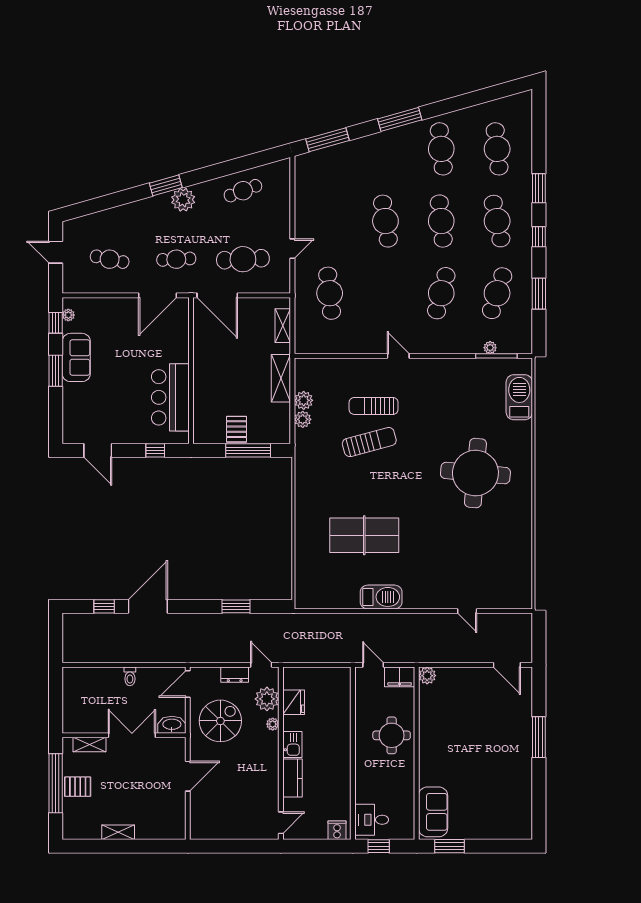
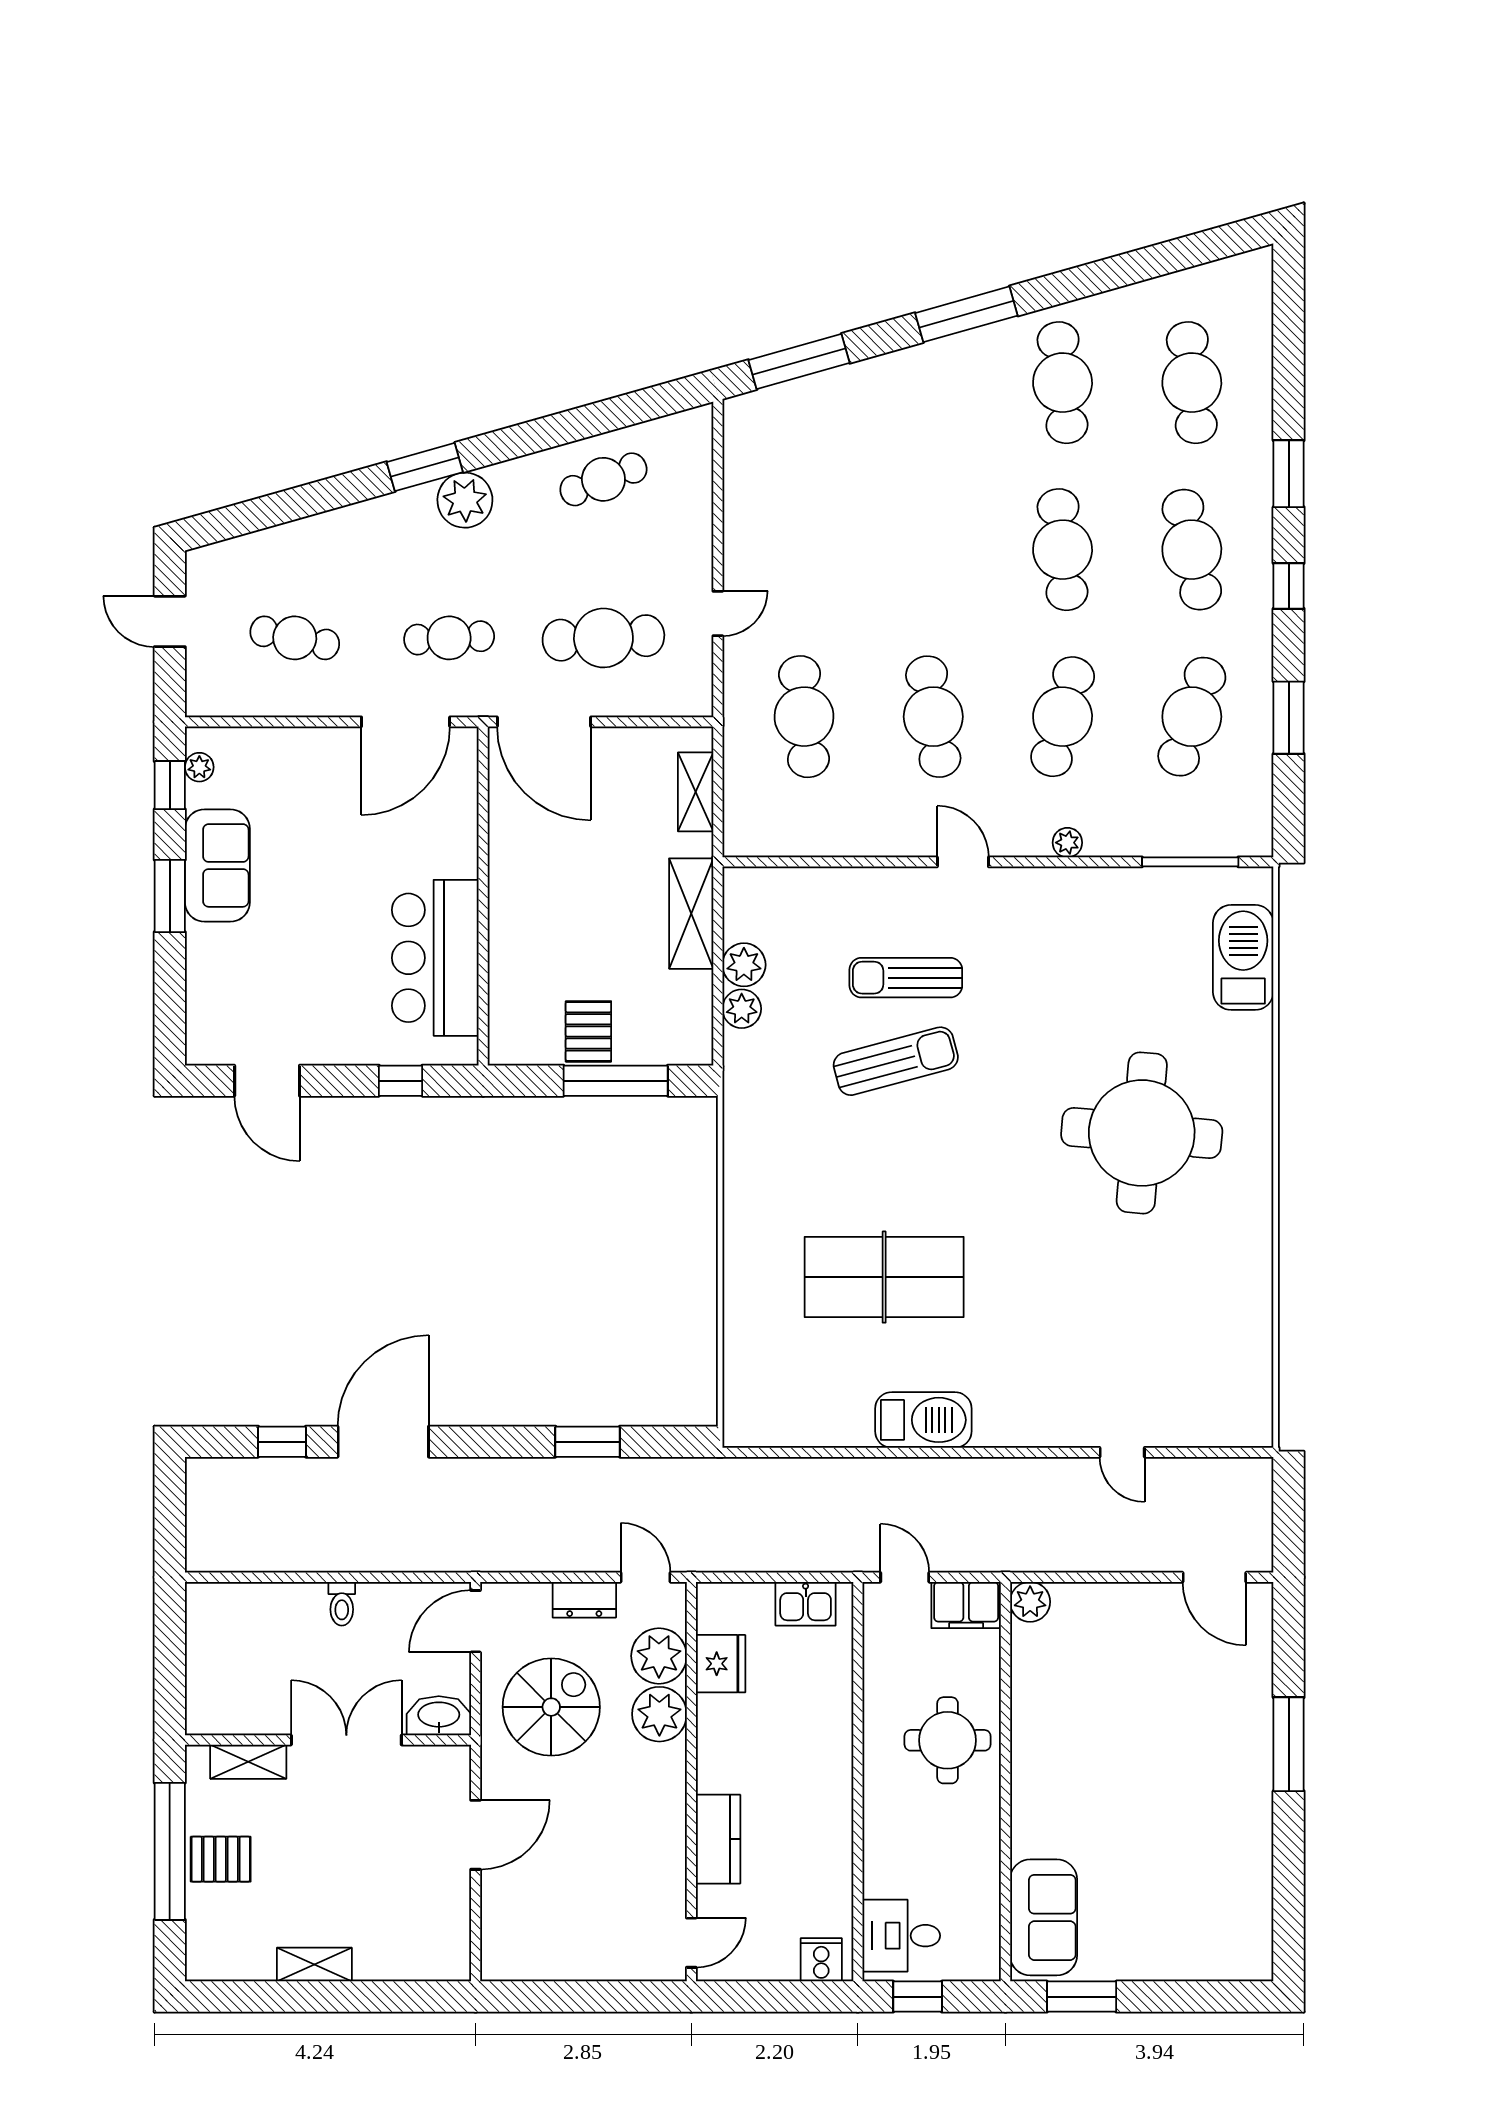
cafe table: (385, 221) -> (933, 717), moved
plant: (490, 348) -> (1067, 843), moved
plant: (273, 724) -> (659, 1714), width x1.87, depth x1.87
kitchen sink: (292, 744) -> (806, 1604), moved, turned 90

